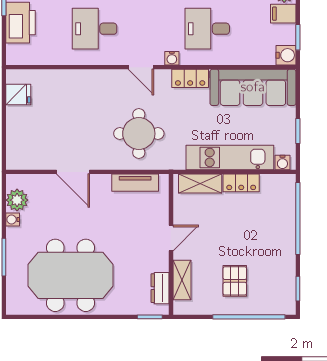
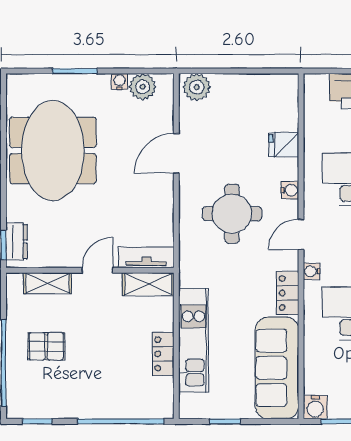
fridge: (18, 95) -> (284, 145), moved, turned 90
round table: (139, 134) -> (232, 214), moved
plant: (17, 155) -> (197, 87), added
water cooler: (282, 162) -> (290, 190), moved, turned 180
tv unit: (135, 183) -> (146, 257), moved, turned 90
shelving: (200, 183) -> (148, 284), moved, turned 90
door: (171, 238) -> (97, 270), swing flipped
dresser: (160, 288) -> (17, 242), moved, turned 90

